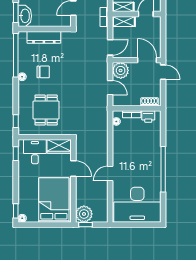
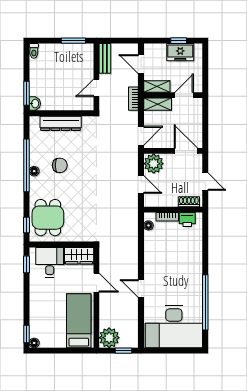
washbasin: (25, 16) -> (35, 104), width x0.52, depth x0.69
window: (16, 55) -> (26, 165), moved
door: (163, 72) -> (205, 182), moved
dining table: (46, 110) -> (48, 218), moved
window: (163, 169) -> (205, 302), moved
door: (110, 173) -> (141, 289), hinge flipped
bed: (54, 200) -> (79, 321), width x0.67
window: (85, 225) -> (123, 351), moved

